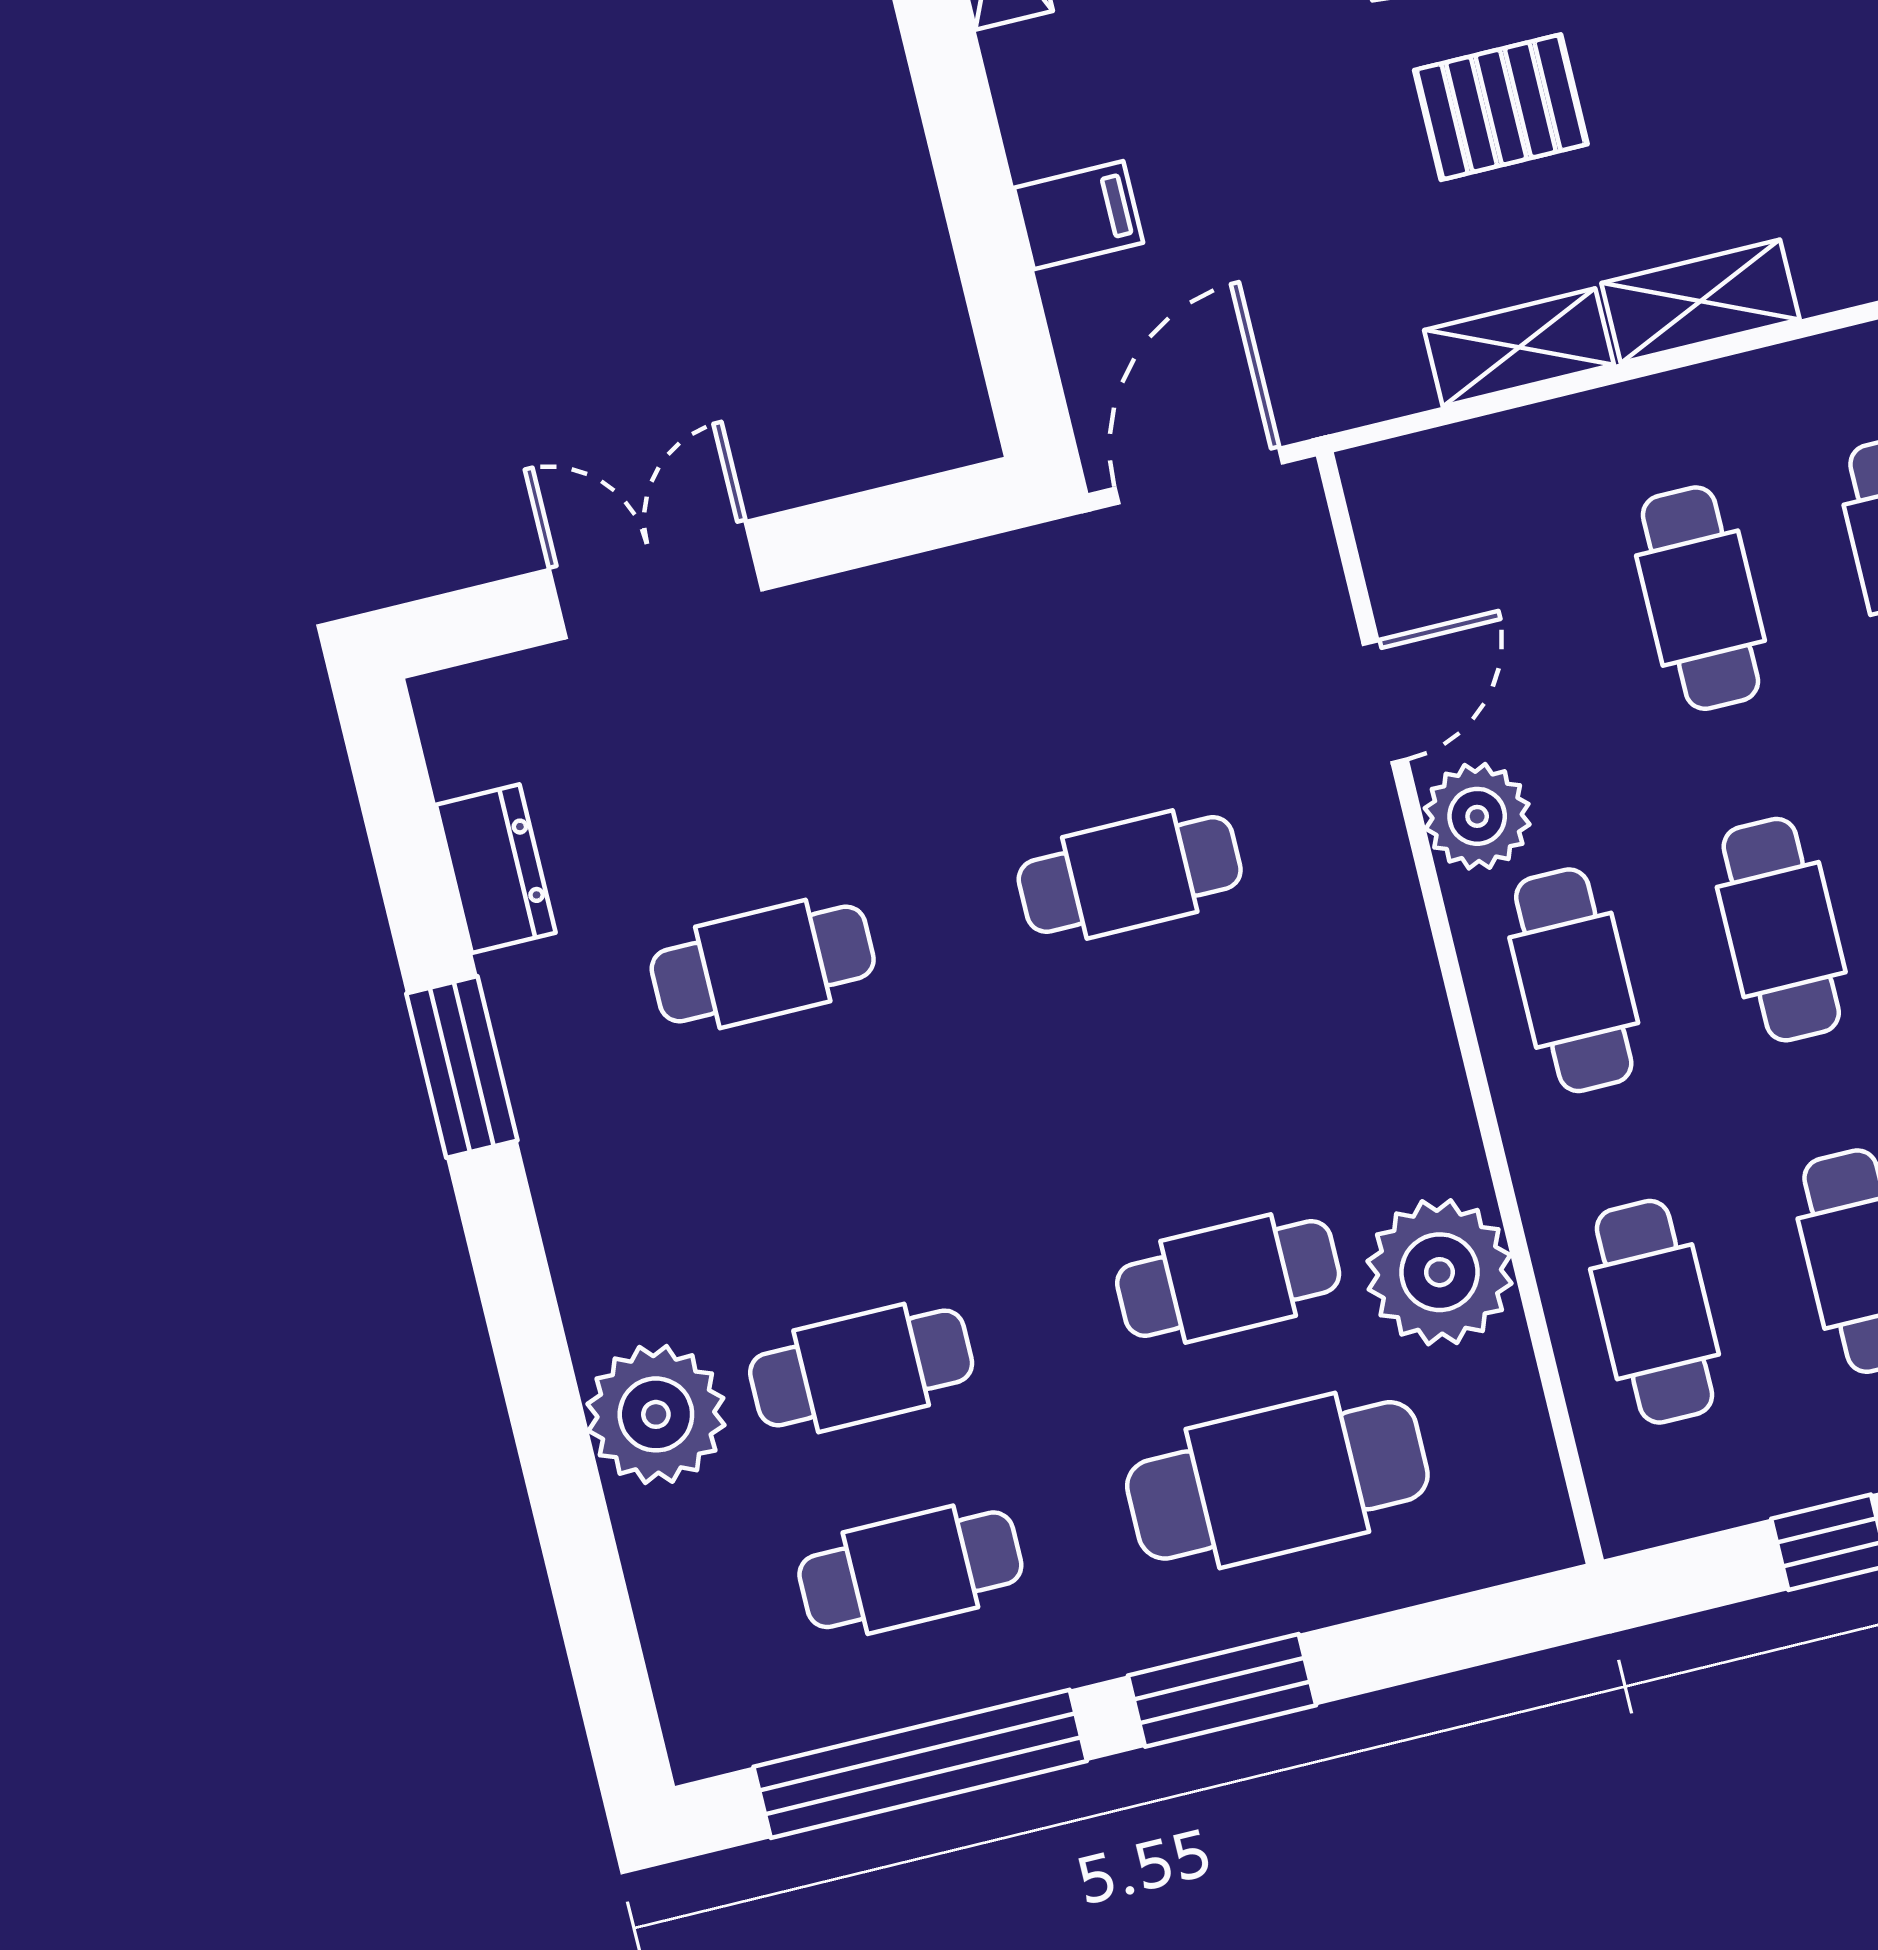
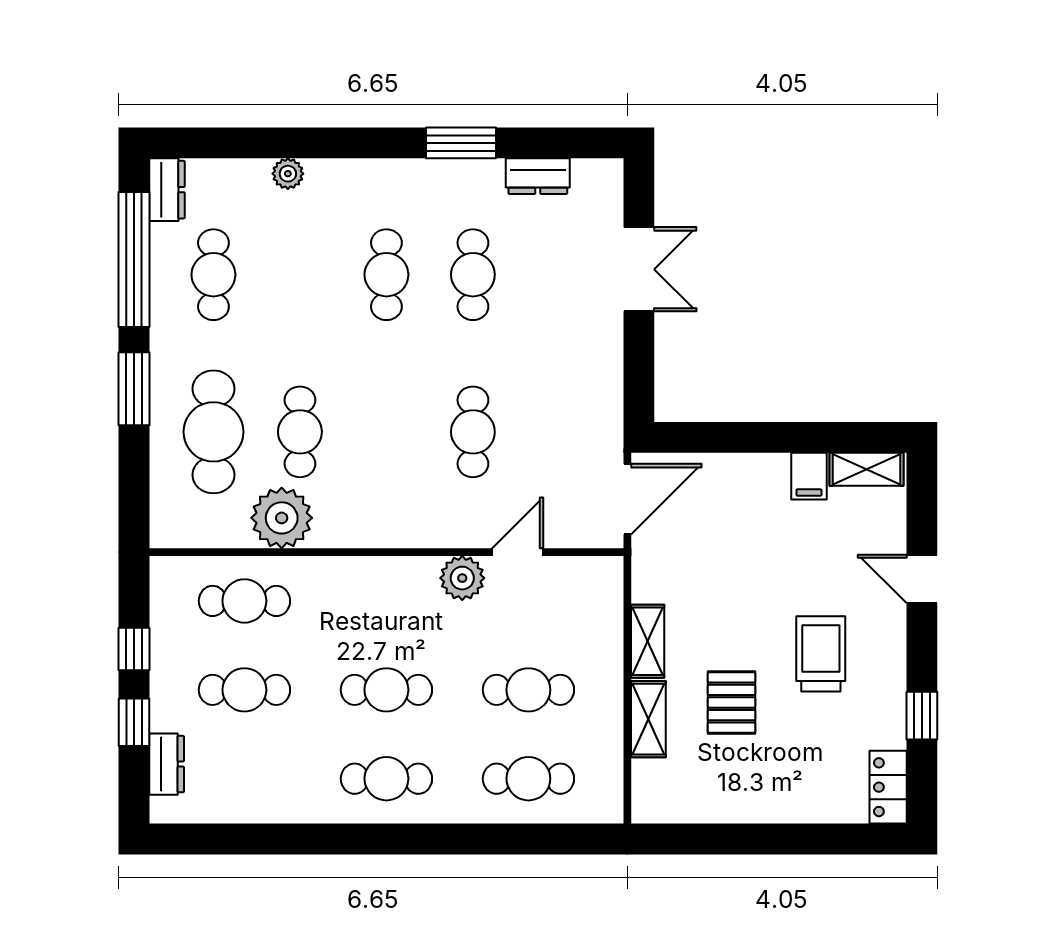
pallet: (1501, 107) -> (732, 702), moved
filing cabinet: (1078, 215) -> (809, 476), moved
door: (1199, 476) -> (627, 499), hinge flipped
door: (1385, 702) -> (518, 552), swing flipped
cafe table: (1574, 980) -> (386, 601), removed
cafe table: (861, 1368) -> (386, 275), moved
plant: (656, 1414) -> (288, 174), width x0.53, depth x0.53
dresser: (738, 1727) -> (167, 190), added

